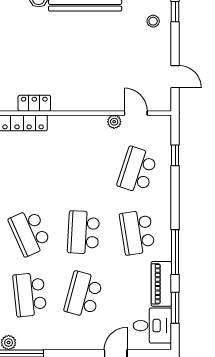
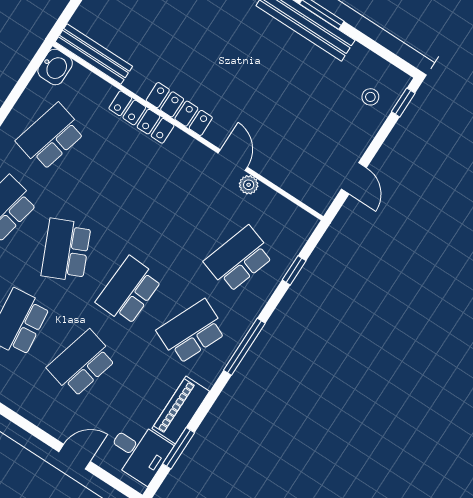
locker: (34, 103) -> (179, 109), width x1.53
door: (136, 113) -> (233, 160), moved
school desk: (137, 232) -> (192, 332), turned 33
window: (175, 252) -> (244, 347), moved

